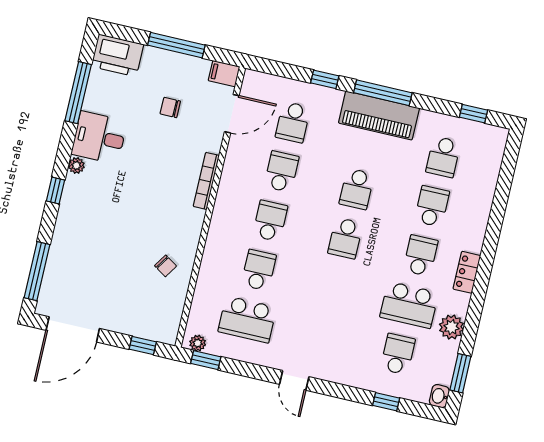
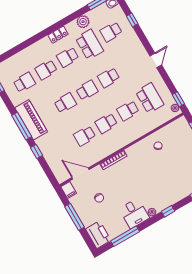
school desk: (293, 122) -> (109, 78), moved, turned 180

